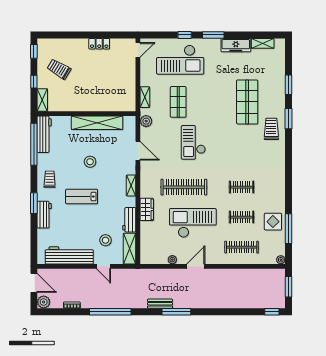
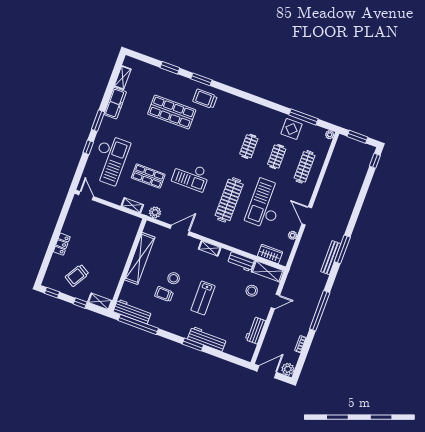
locker: (99, 44) -> (62, 244), moved
trolley: (50, 179) -> (164, 294), moved
wardrobe: (147, 209) -> (270, 254), moved
workbench: (44, 215) -> (207, 339), width x1.37
workbench: (69, 255) -> (255, 330), width x0.53, depth x0.76
bench: (160, 304) -> (331, 258), width x1.36

